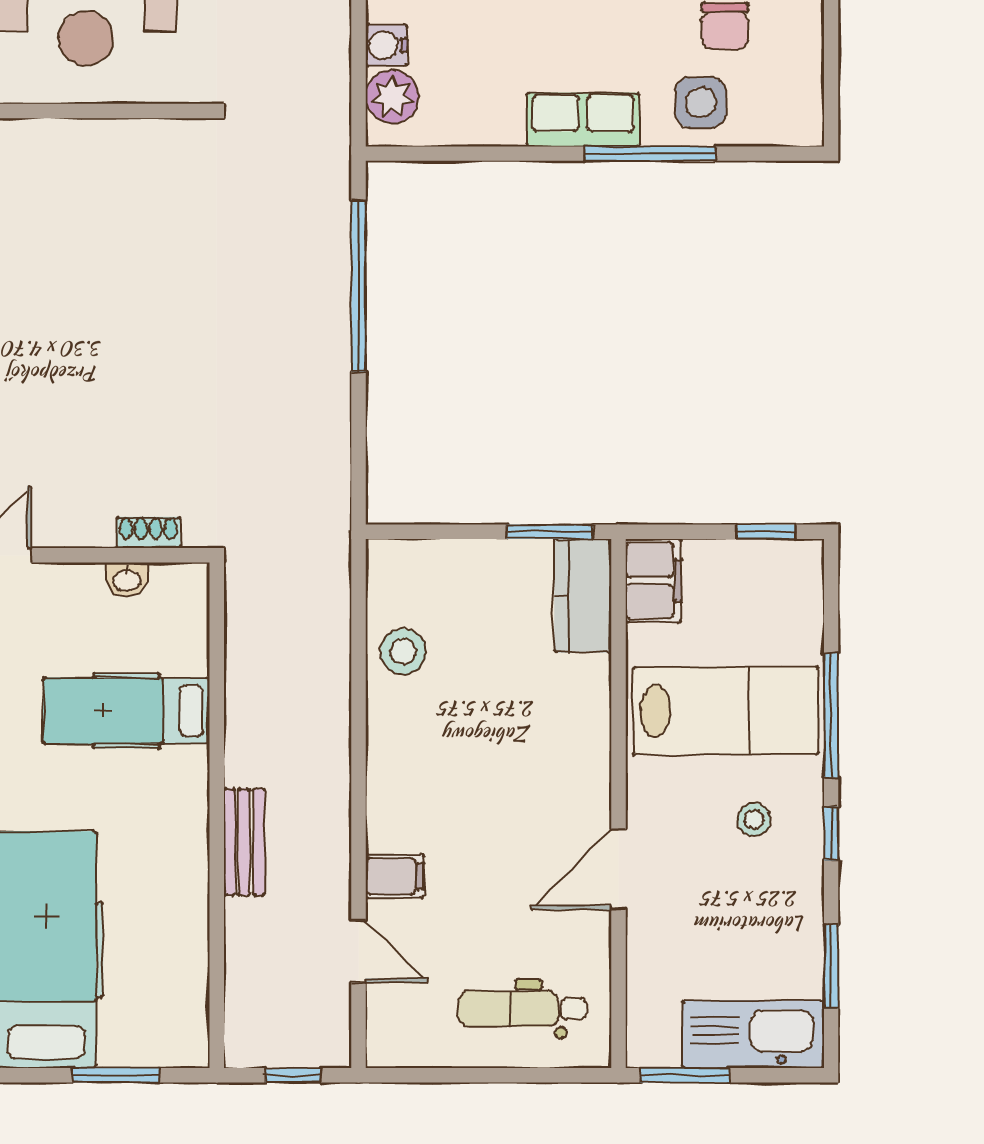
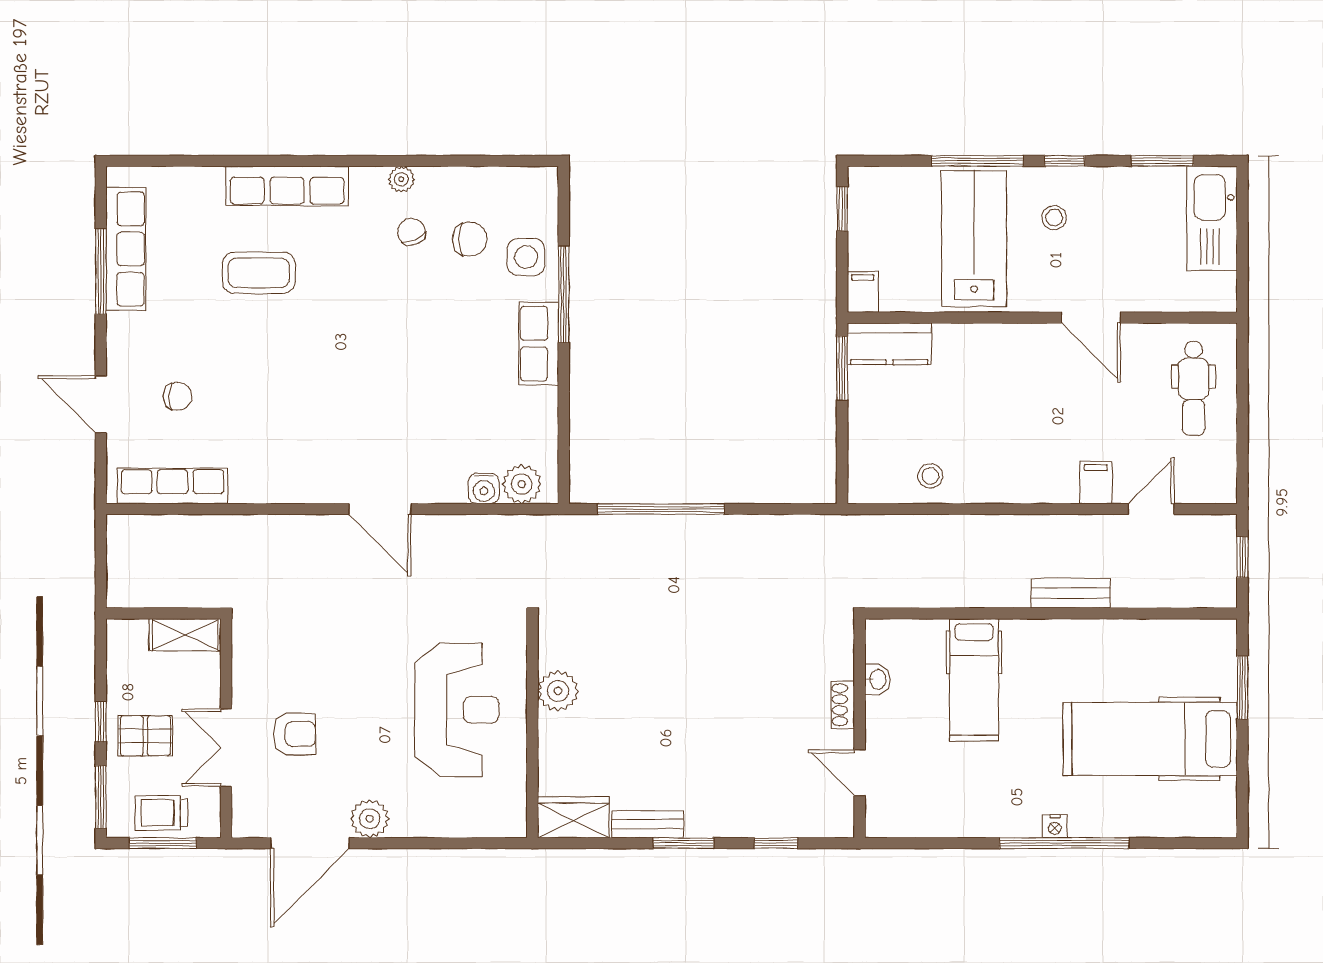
plant: (111, 146) -> (558, 691), added
shoe rack: (148, 533) -> (843, 705), moved
filing cabinet: (653, 581) -> (863, 292), width x0.50
stool: (403, 651) -> (930, 476), width x0.73, depth x0.73
window: (685, 1075) -> (1242, 269), removed

